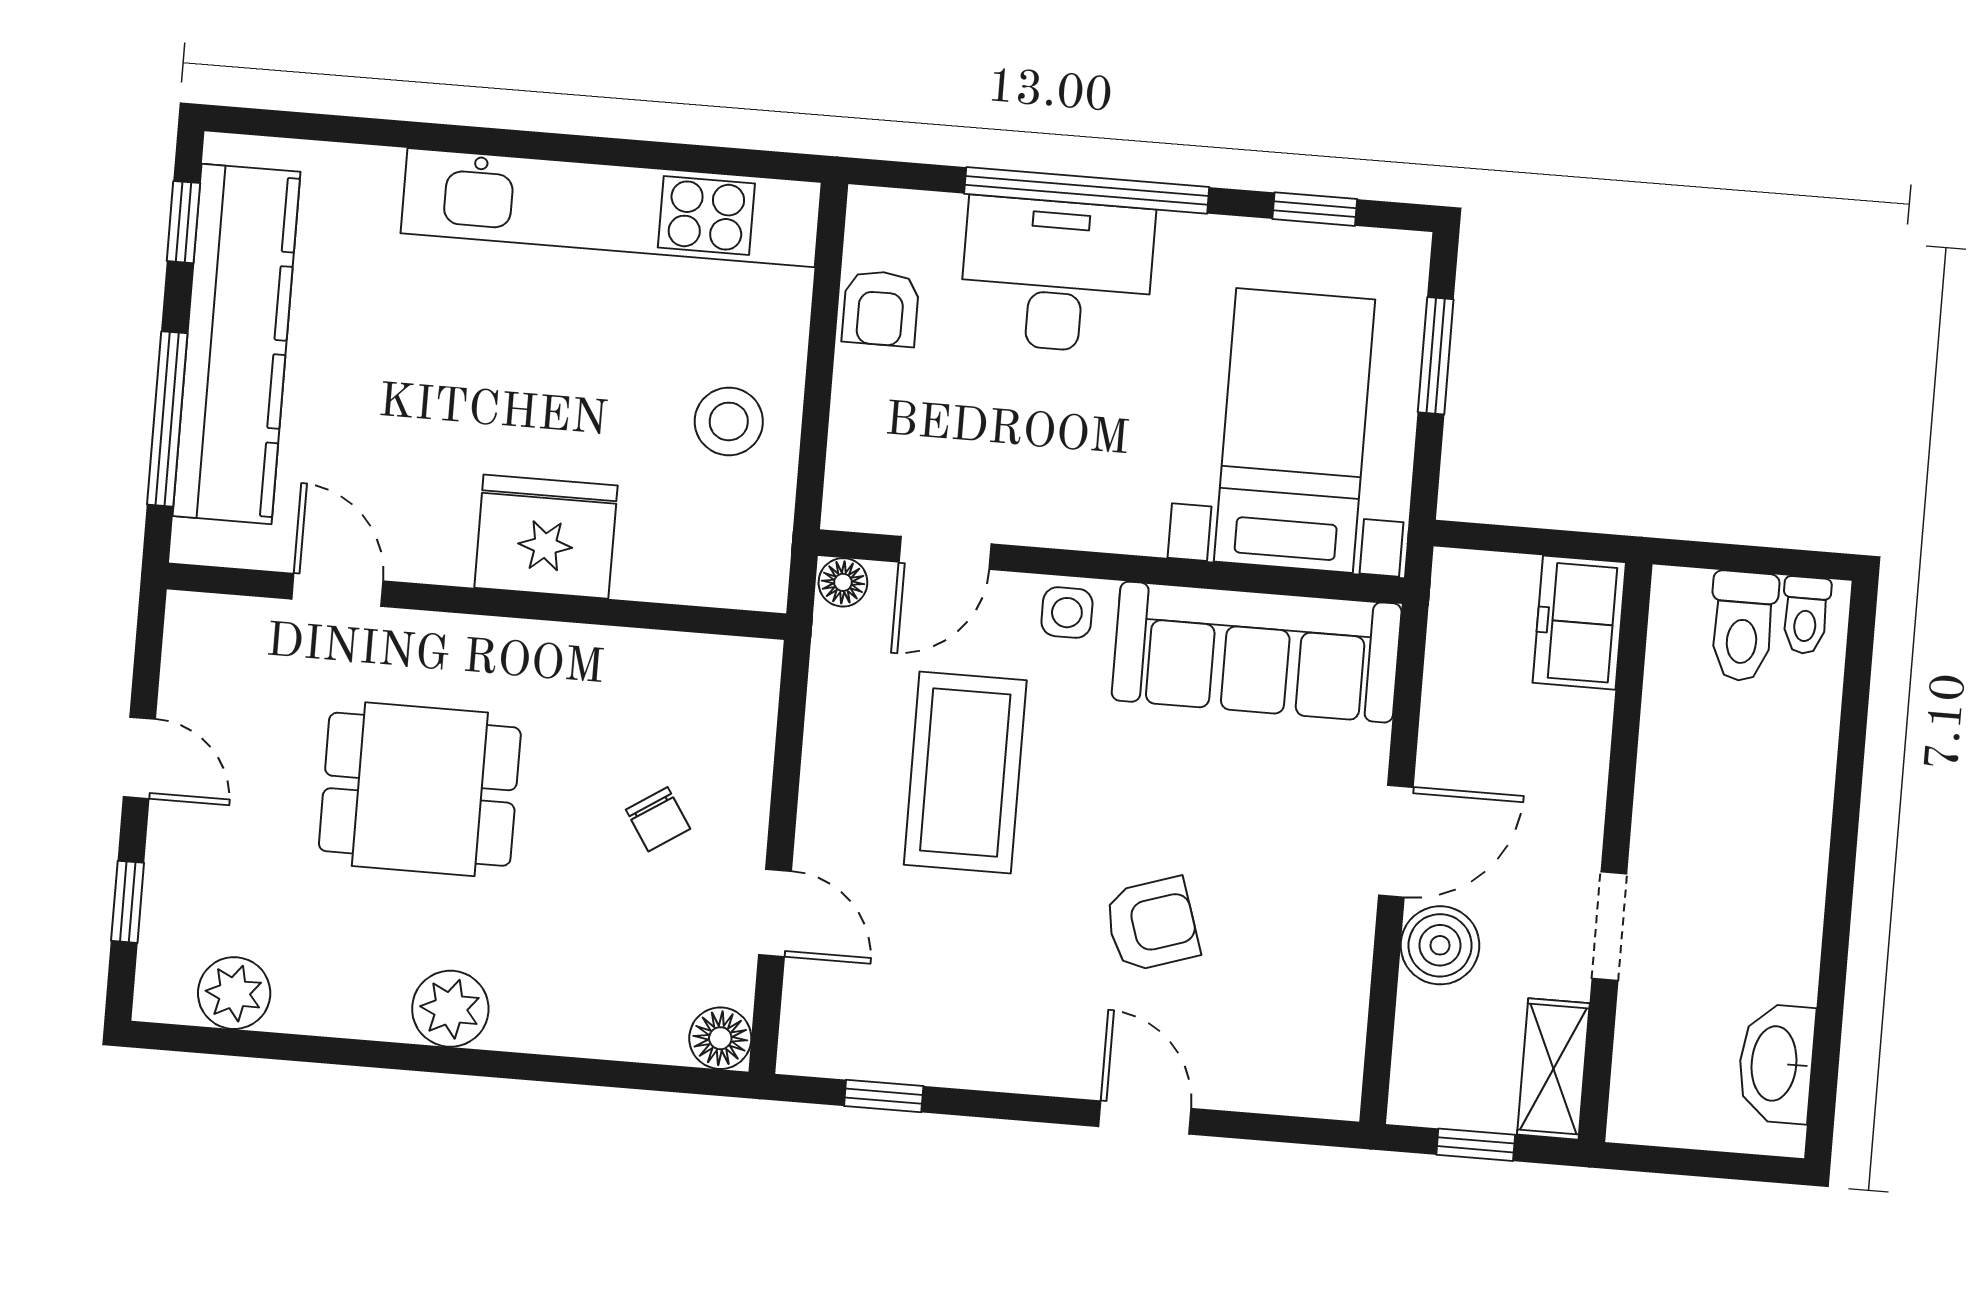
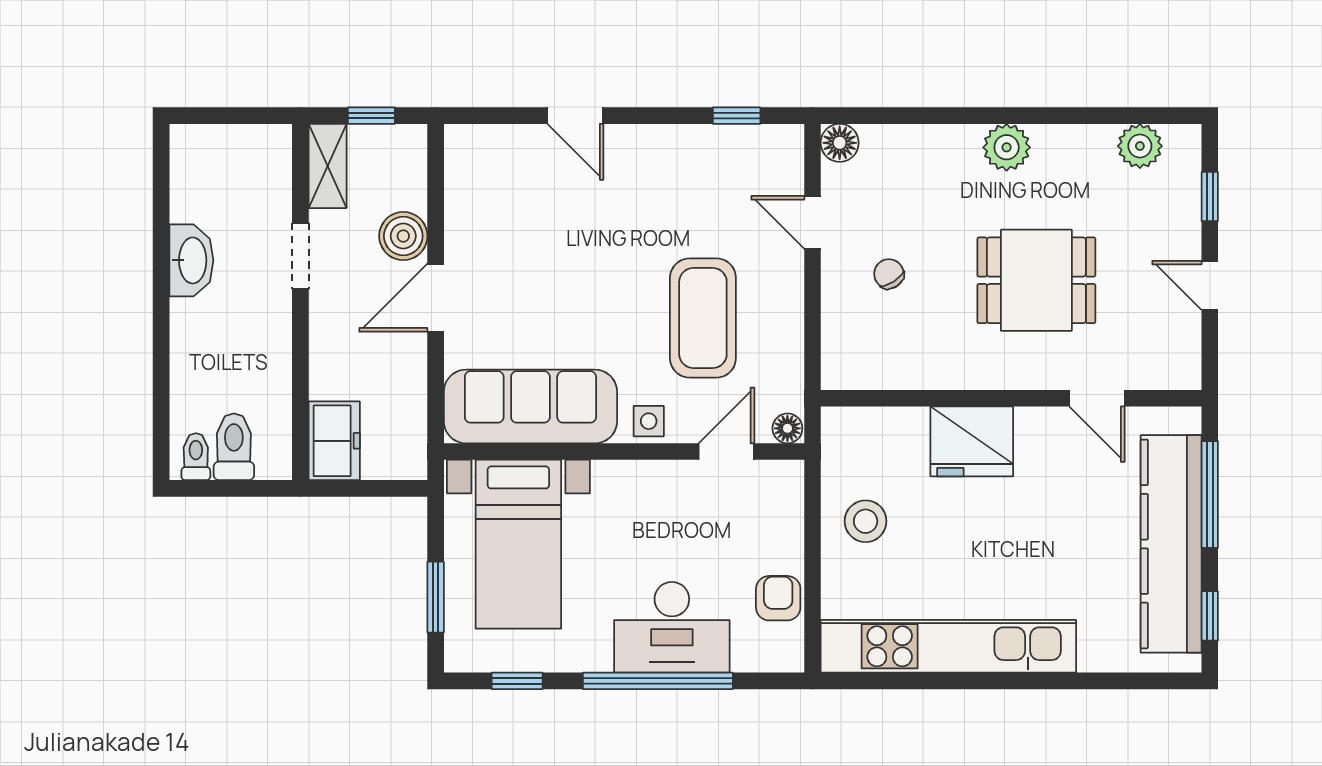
armchair: (1152, 925) -> (581, 234), removed
washbasin: (1776, 1064) -> (191, 260), moved

